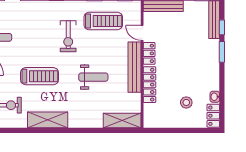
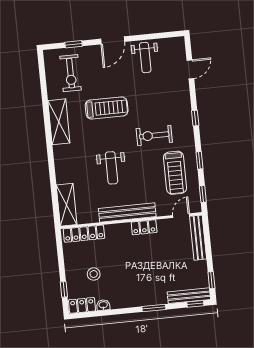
window: (222, 27) -> (195, 304), moved
door: (142, 33) -> (181, 216), moved
treadmill: (40, 76) -> (107, 108), turned -90
locker: (149, 85) -> (84, 234), moved
window: (197, 130) -> (64, 289), added

